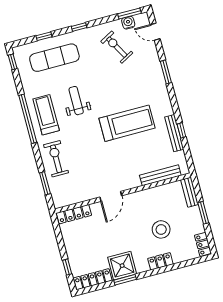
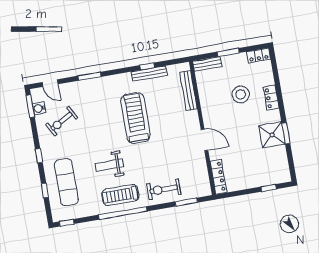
door: (155, 32) -> (50, 83), hinge flipped
locker: (93, 279) -> (283, 164), removed

